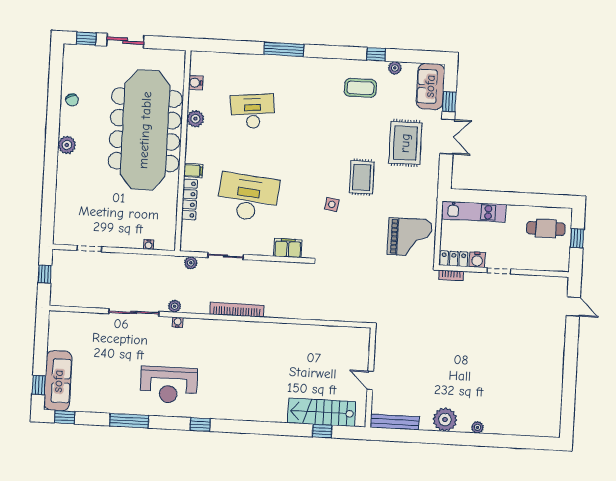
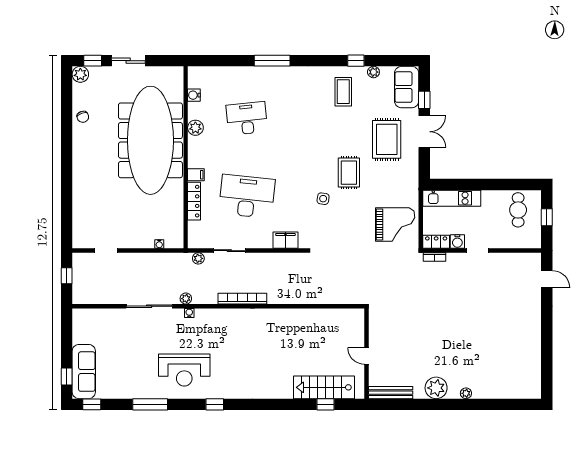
coffee table: (360, 88) -> (343, 92), turned 90
plant: (67, 145) -> (80, 74), moved
cafe table: (546, 228) -> (518, 210), turned 90

